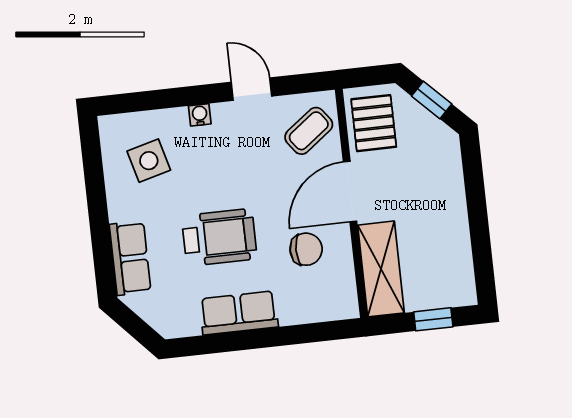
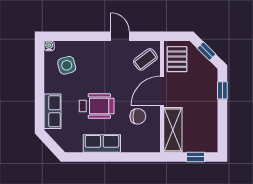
water cooler: (200, 115) -> (49, 46), moved
window: (474, 177) -> (222, 90), added

